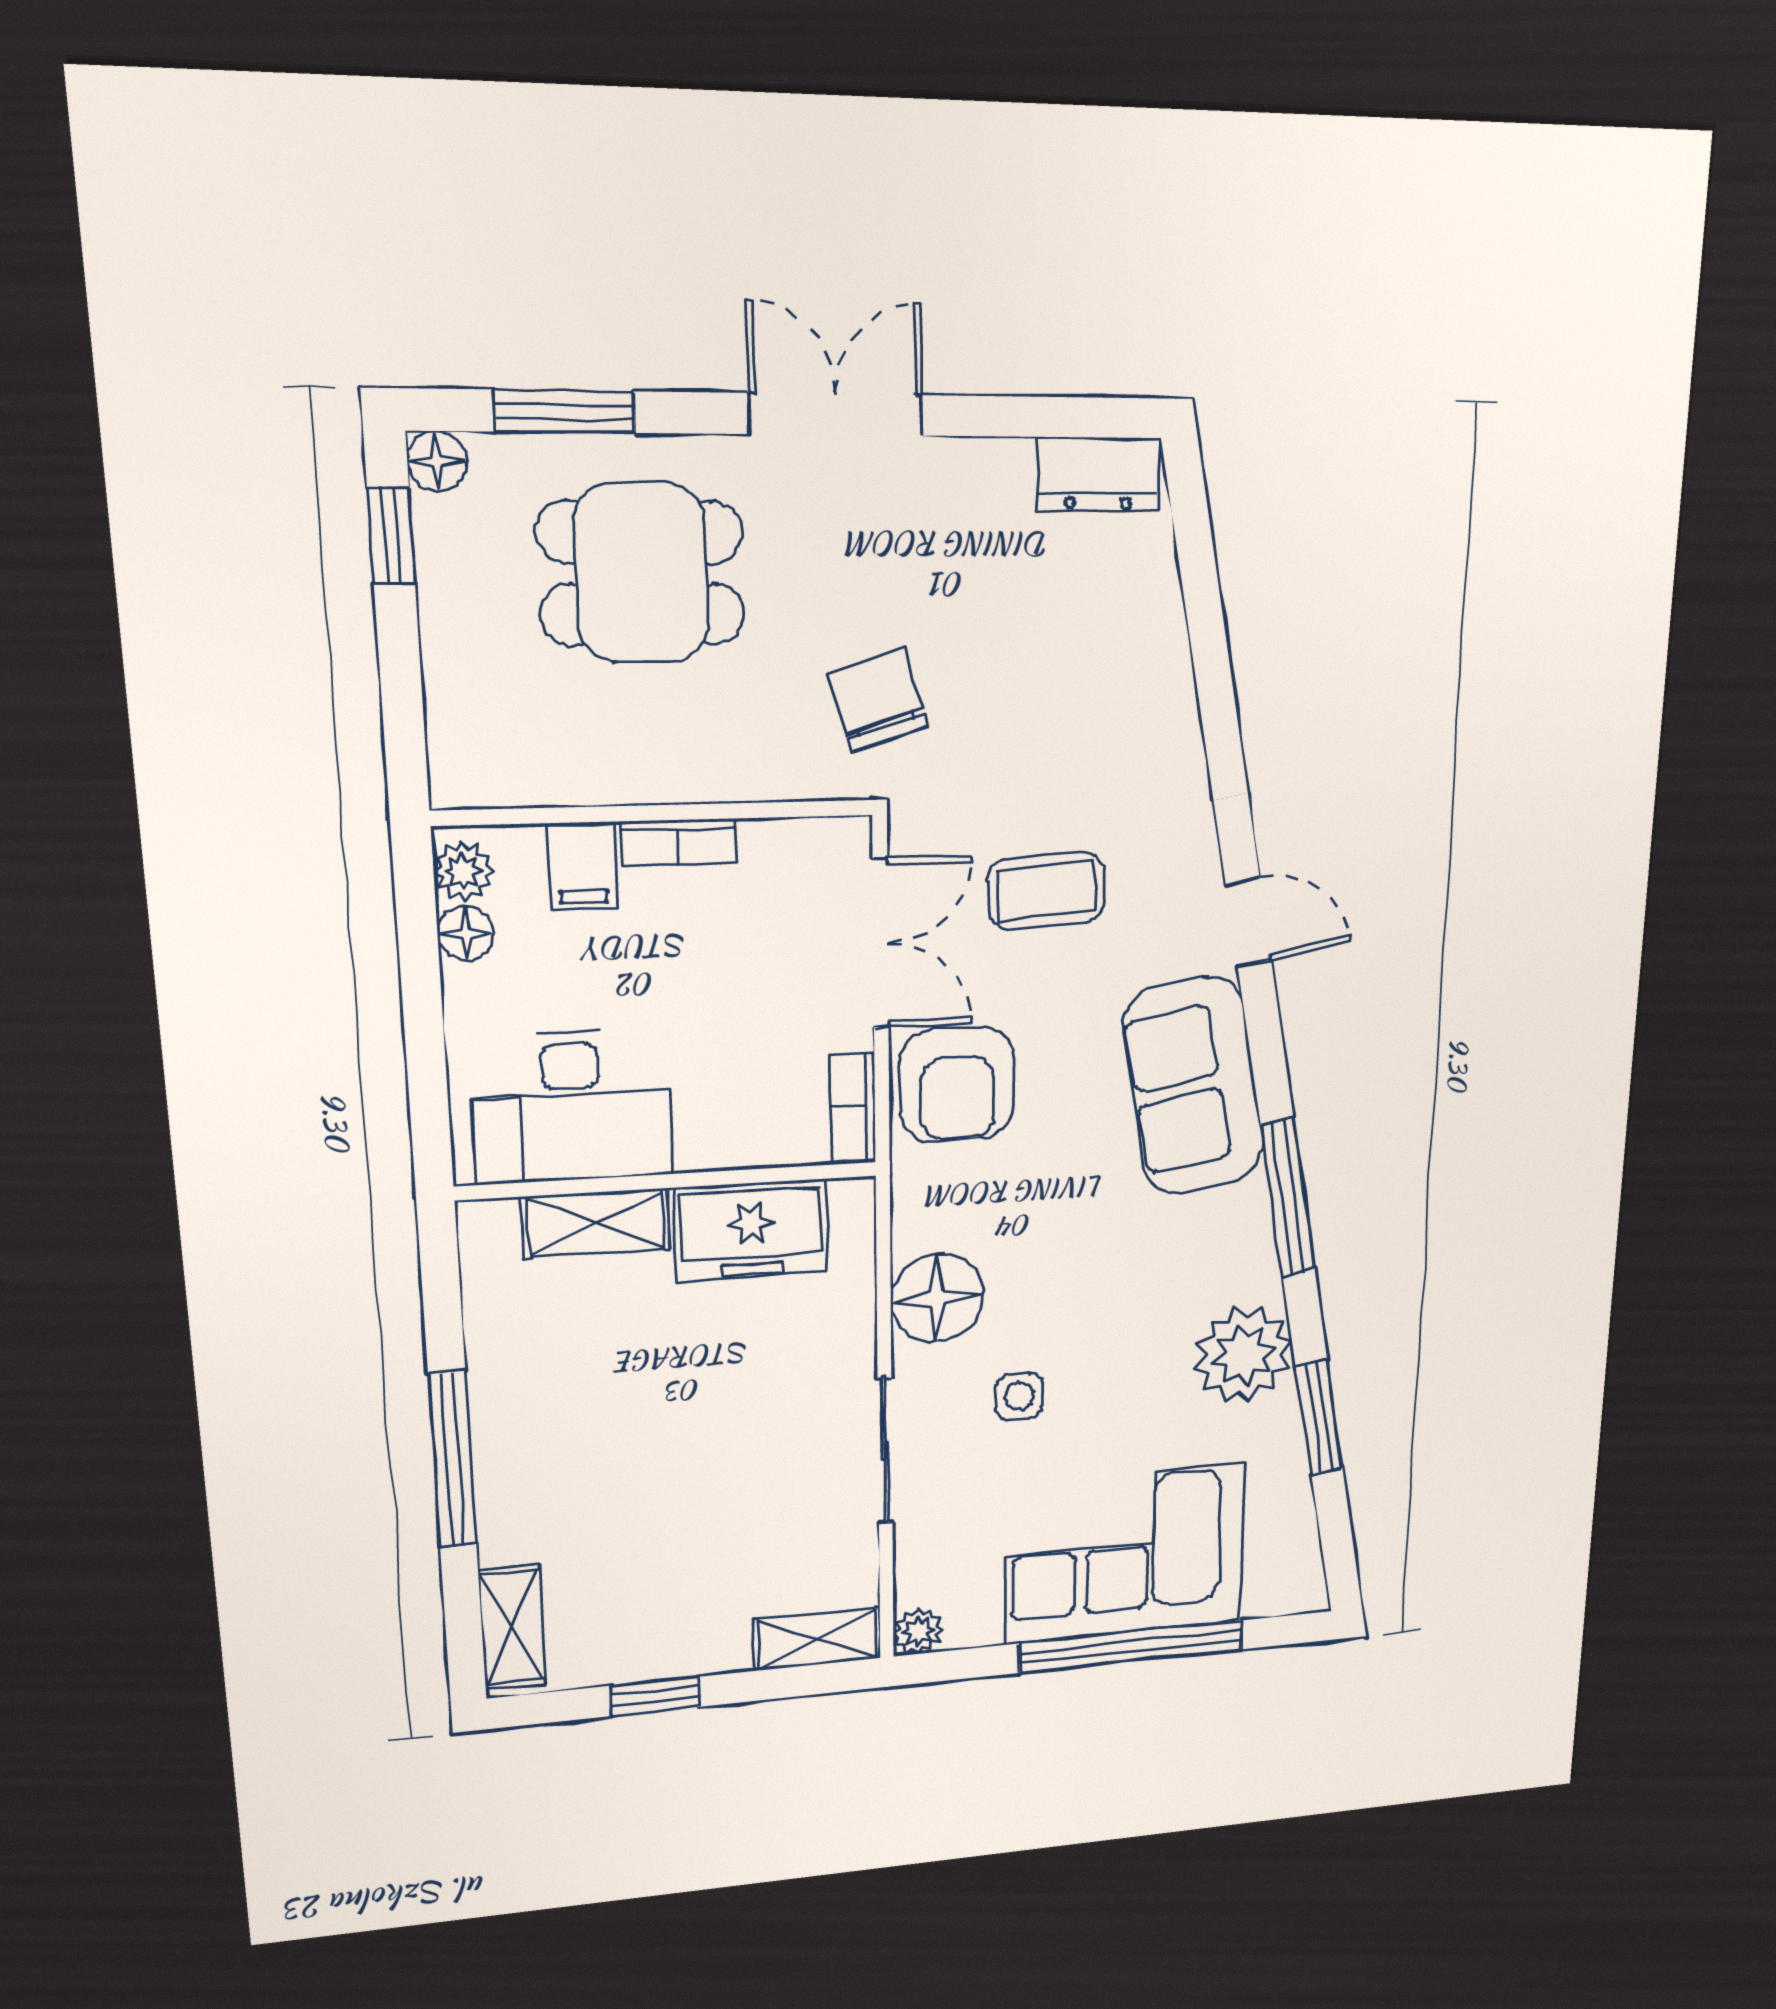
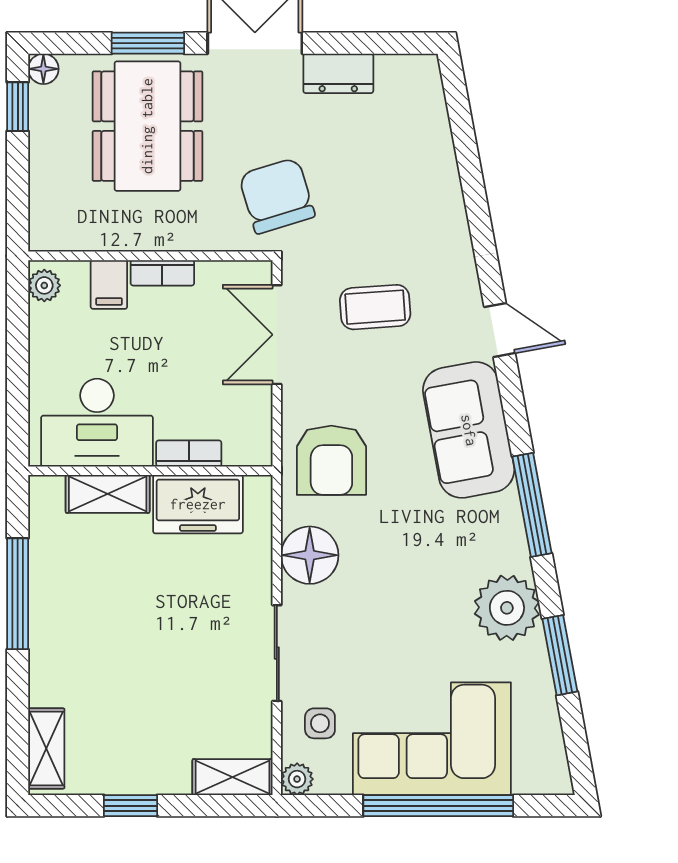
window: (565, 411) -> (148, 43), moved
dresser: (1098, 474) -> (338, 73), moved
dining table: (641, 573) -> (147, 126), width x1.37
chair: (879, 700) -> (277, 196), width x1.37, depth x1.37
floor lamp: (465, 933) -> (43, 320), removed
double door: (881, 943) -> (277, 335), swing flipped
armchair: (957, 1085) -> (331, 460), moved
bookcase: (853, 1107) -> (189, 453), moved, turned 90
side table: (1019, 1396) -> (320, 723), moved
window: (453, 1459) -> (18, 594), moved

